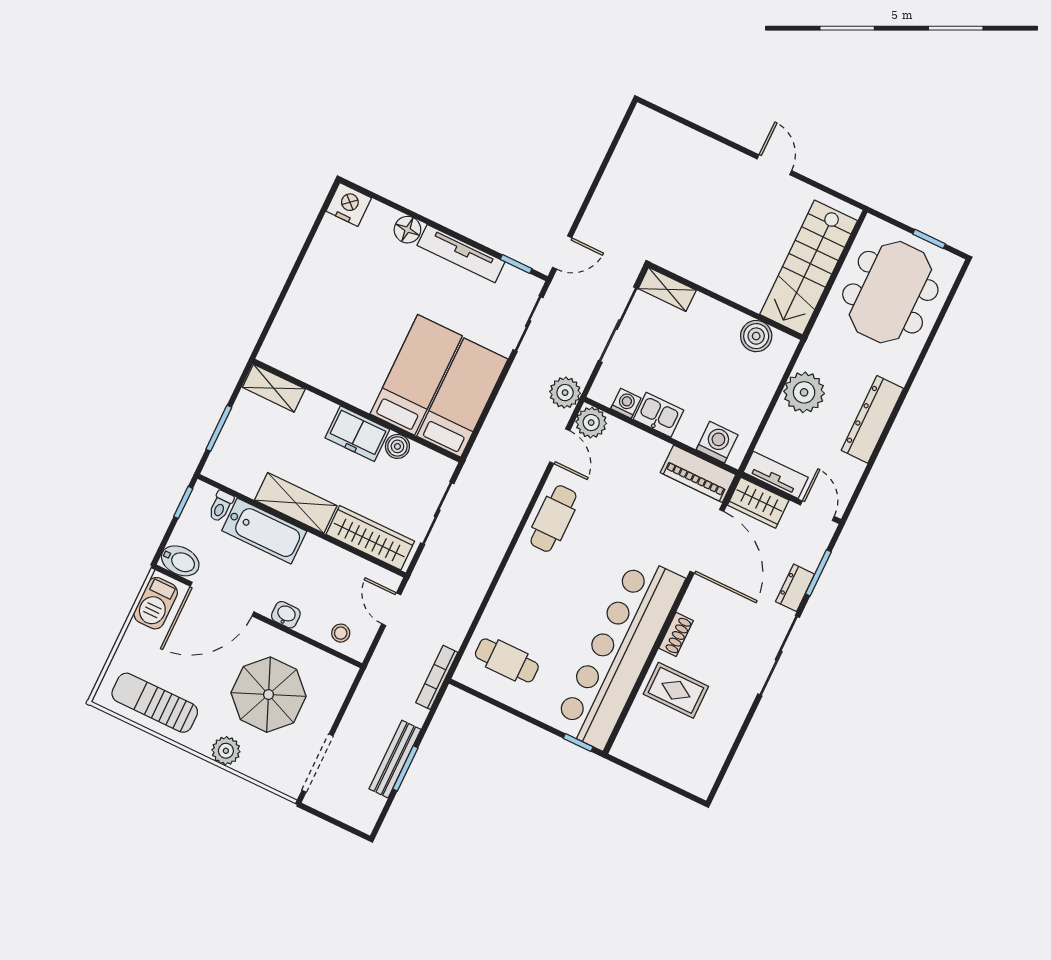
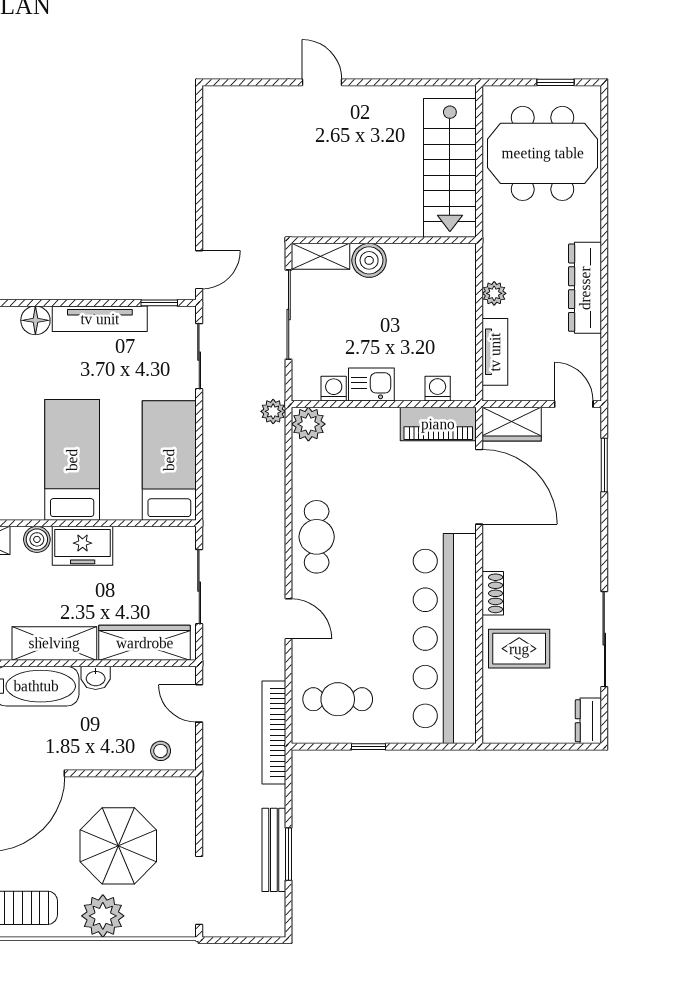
door: (774, 165) -> (322, 82), moved
meeting table: (890, 292) -> (543, 153), turned 90
boiler: (756, 336) -> (369, 260), moved
bed: (416, 375) -> (72, 460), moved
plant: (804, 392) -> (494, 293), width x0.53, depth x0.53
plant: (565, 393) -> (273, 411), width x0.73, depth x0.73
washing machine: (717, 442) -> (438, 389), width x0.73, depth x0.73
boiler: (397, 446) -> (37, 539), moved
door: (560, 446) -> (289, 619), moved
tv unit: (776, 475) -> (495, 352), moved, turned 90
dresser: (795, 588) -> (588, 721), moved
washbasin: (286, 615) -> (96, 678), moved, turned 180
sliding door: (779, 656) -> (604, 639), moved
bookcase: (437, 677) -> (274, 732), width x1.48, depth x1.31
window: (578, 743) -> (368, 747), moved
plant: (226, 751) -> (103, 916), width x1.36, depth x1.36

